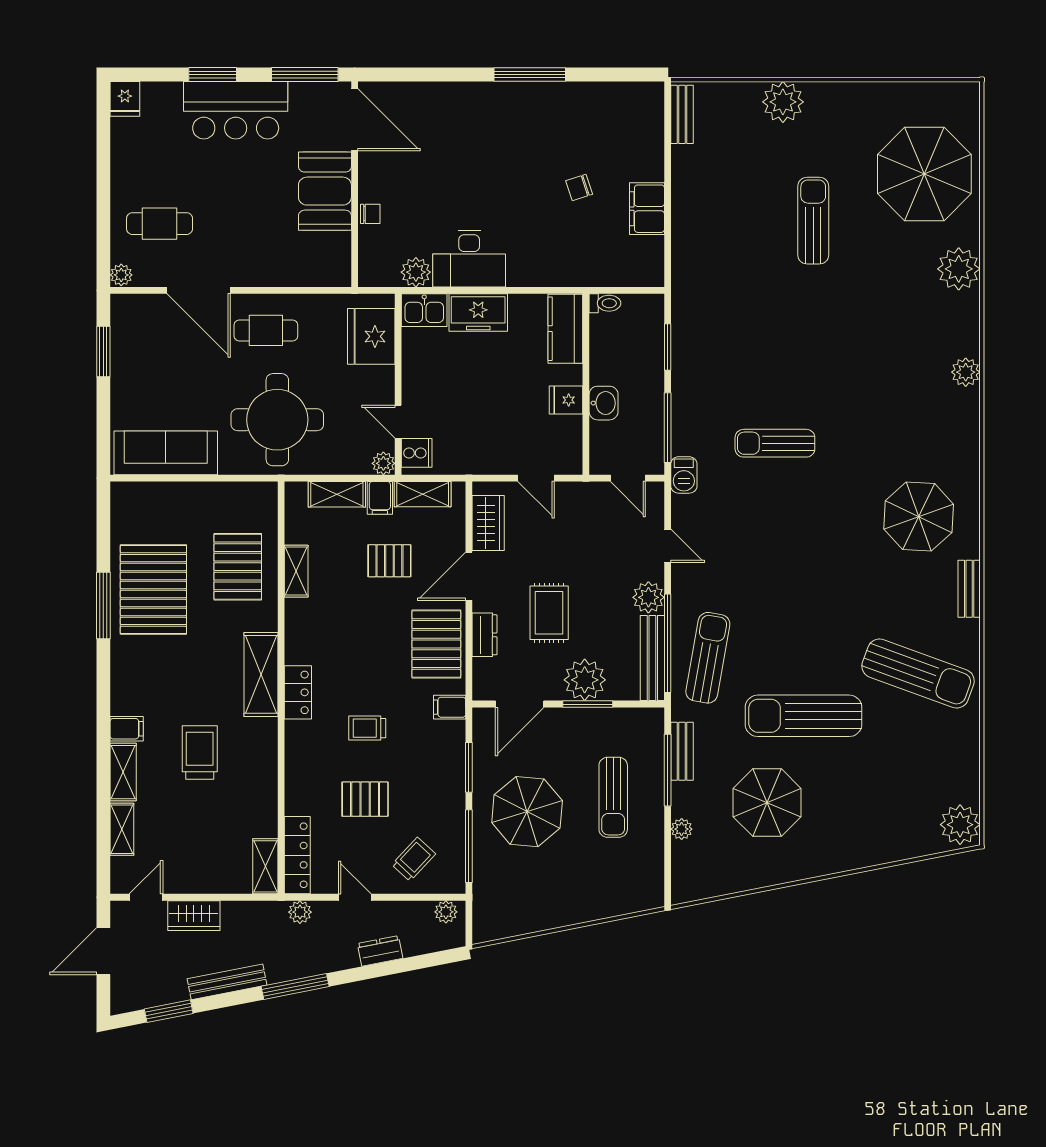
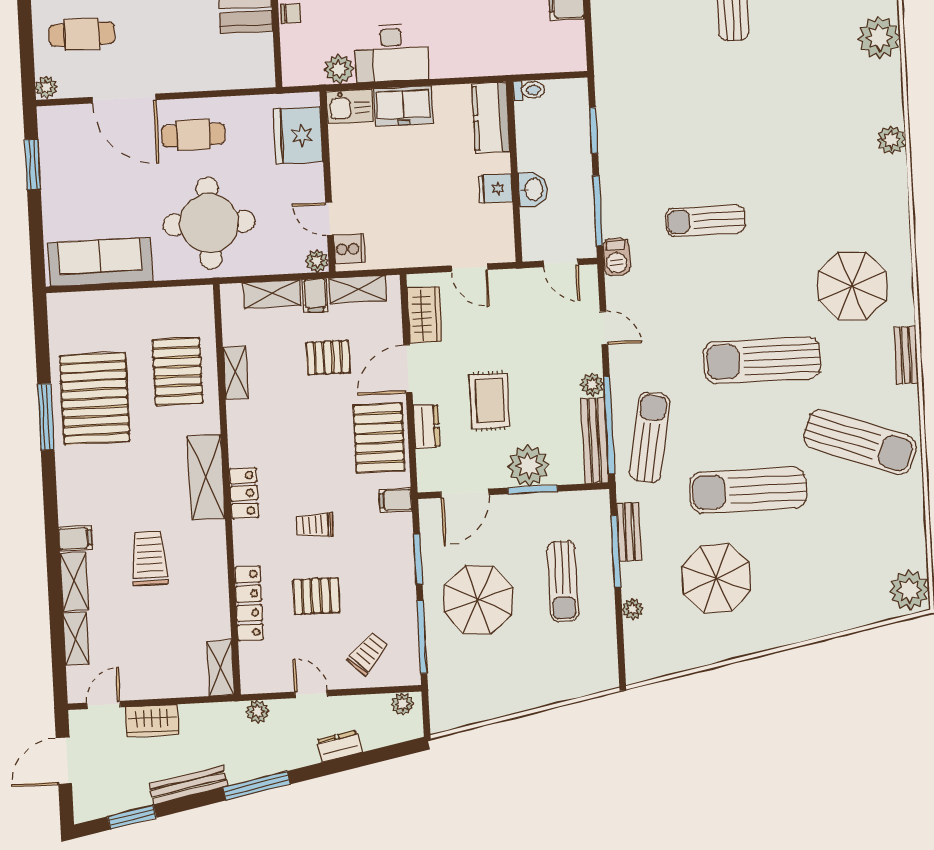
sun lounger: (824, 586) -> (762, 360), added
plant: (648, 597) -> (592, 385), width x0.73, depth x0.73
locker: (297, 855) -> (249, 603), moved

